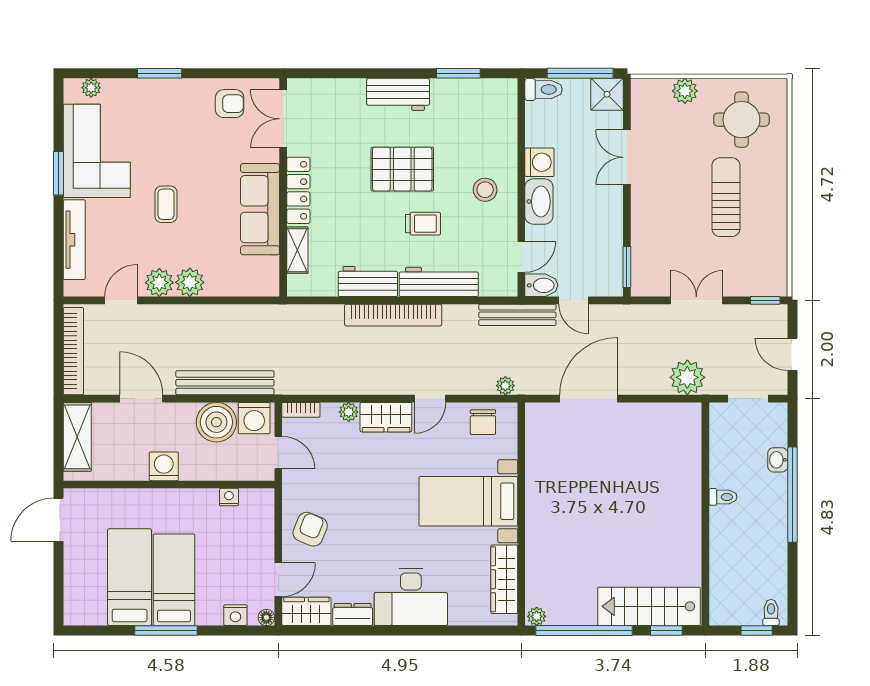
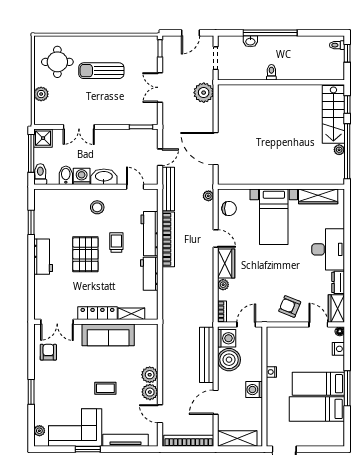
bidet: (541, 285) -> (66, 175), moved
bookcase: (393, 315) -> (168, 239), moved
nightstand: (229, 497) -> (271, 372), moved
plant: (537, 616) -> (339, 150), moved

